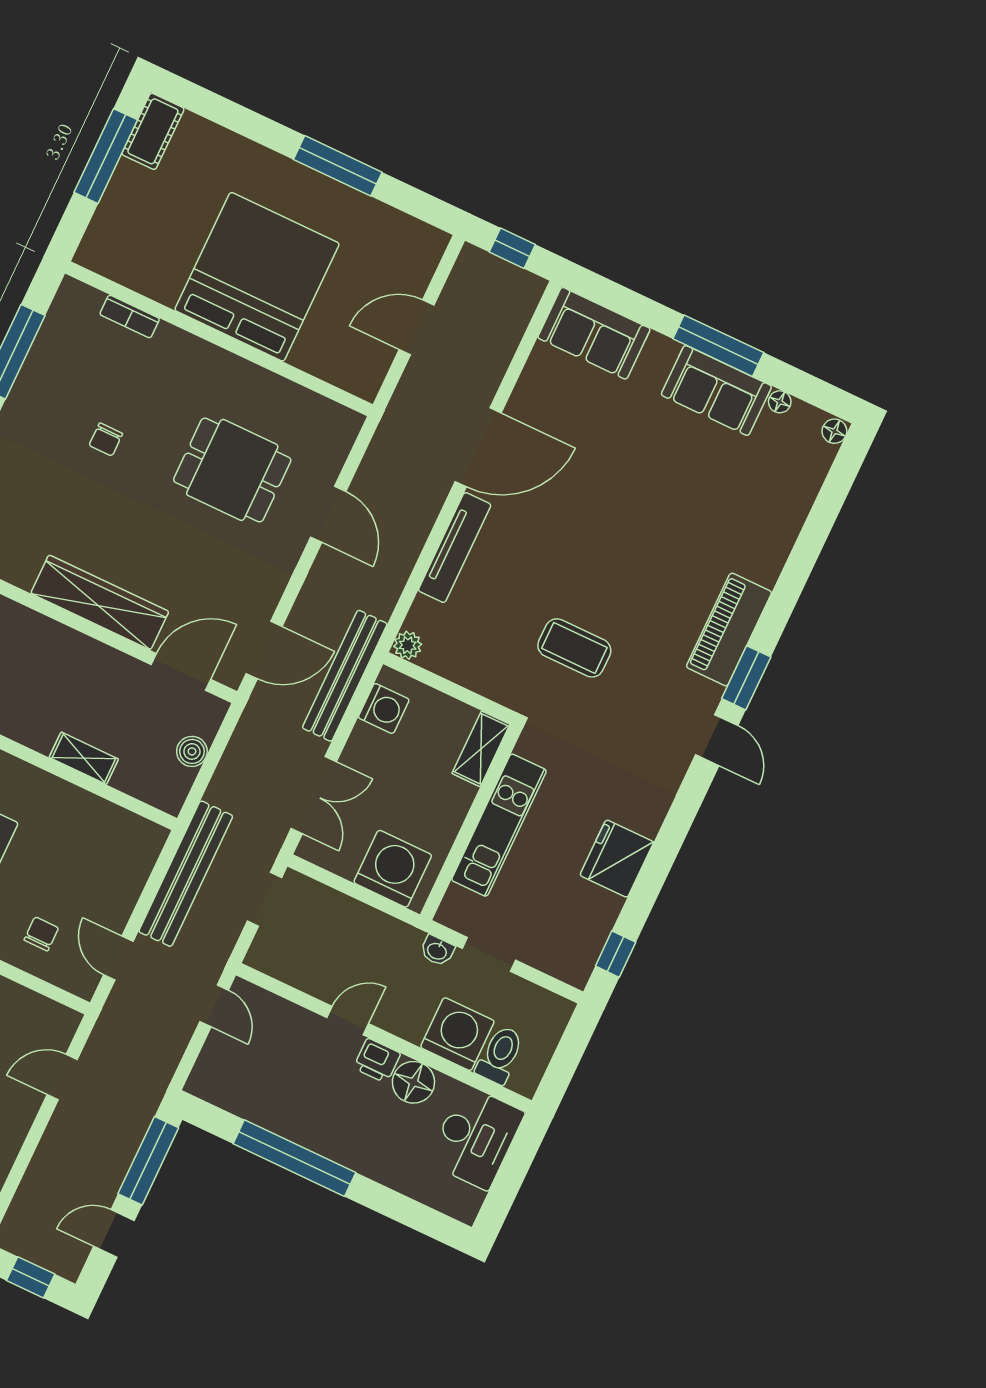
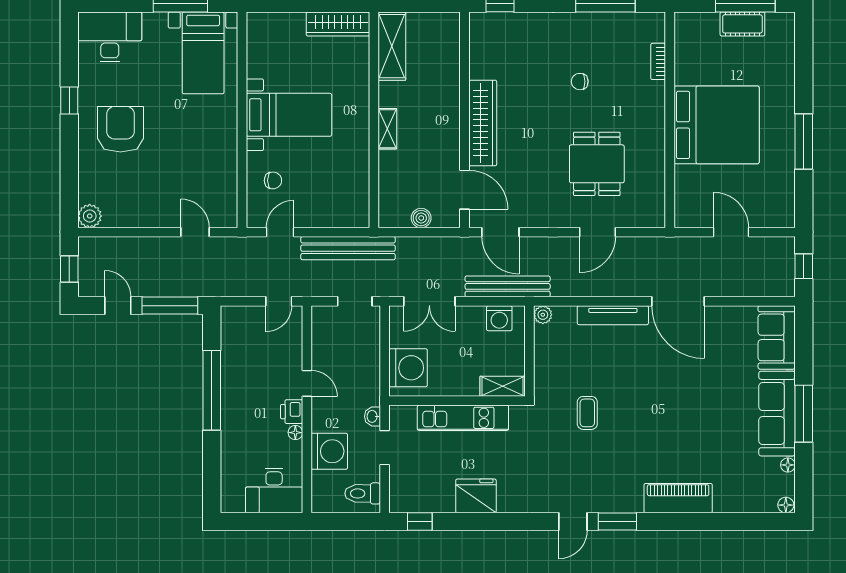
cot: (153, 131) -> (742, 24), moved
sofa: (716, 390) -> (777, 414), width x1.36
piano: (729, 629) -> (678, 498), moved
coffee table: (574, 648) -> (587, 413), width x0.73, depth x0.77
shelving: (84, 758) -> (387, 129), moved
toilet: (500, 1055) -> (363, 493), moved, turned 180
floor lamp: (413, 1082) -> (295, 433), width x0.53, depth x0.53

